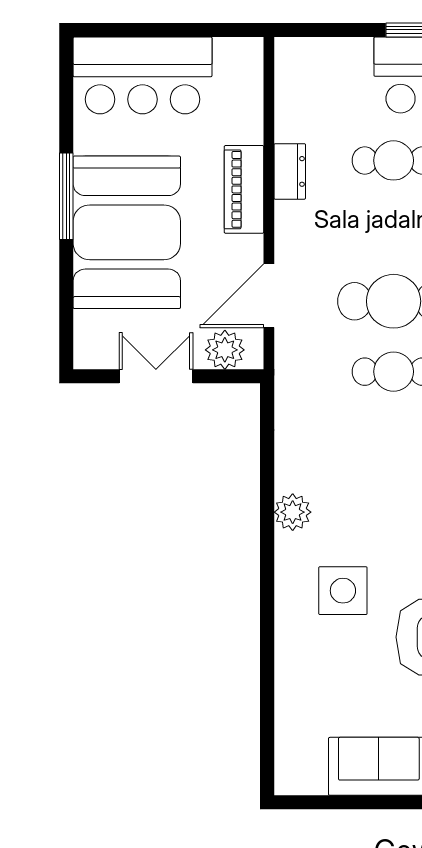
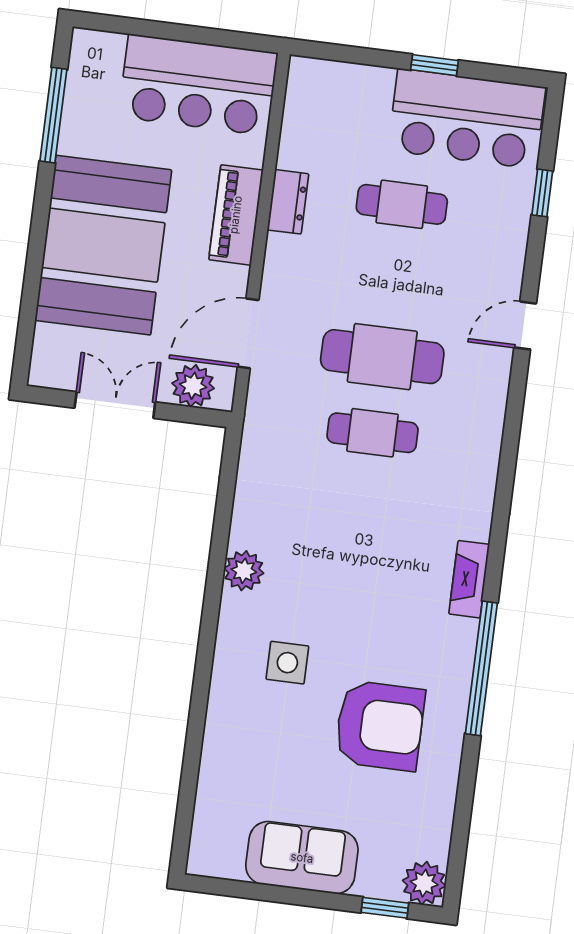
bar counter: (143, 75) -> (198, 85), moved
window: (66, 196) -> (53, 115), moved
side table: (343, 591) -> (287, 663), width x0.73, depth x0.73

